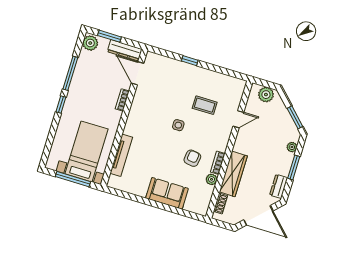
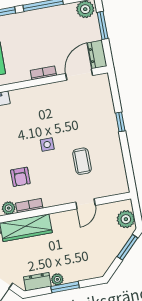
dresser: (125, 50) -> (97, 54), width x0.70
window: (295, 117) -> (127, 247), moved
door: (238, 119) -> (85, 204), hinge flipped
plant: (292, 147) -> (57, 279), moved
armchair: (192, 158) -> (20, 177), turned 82

